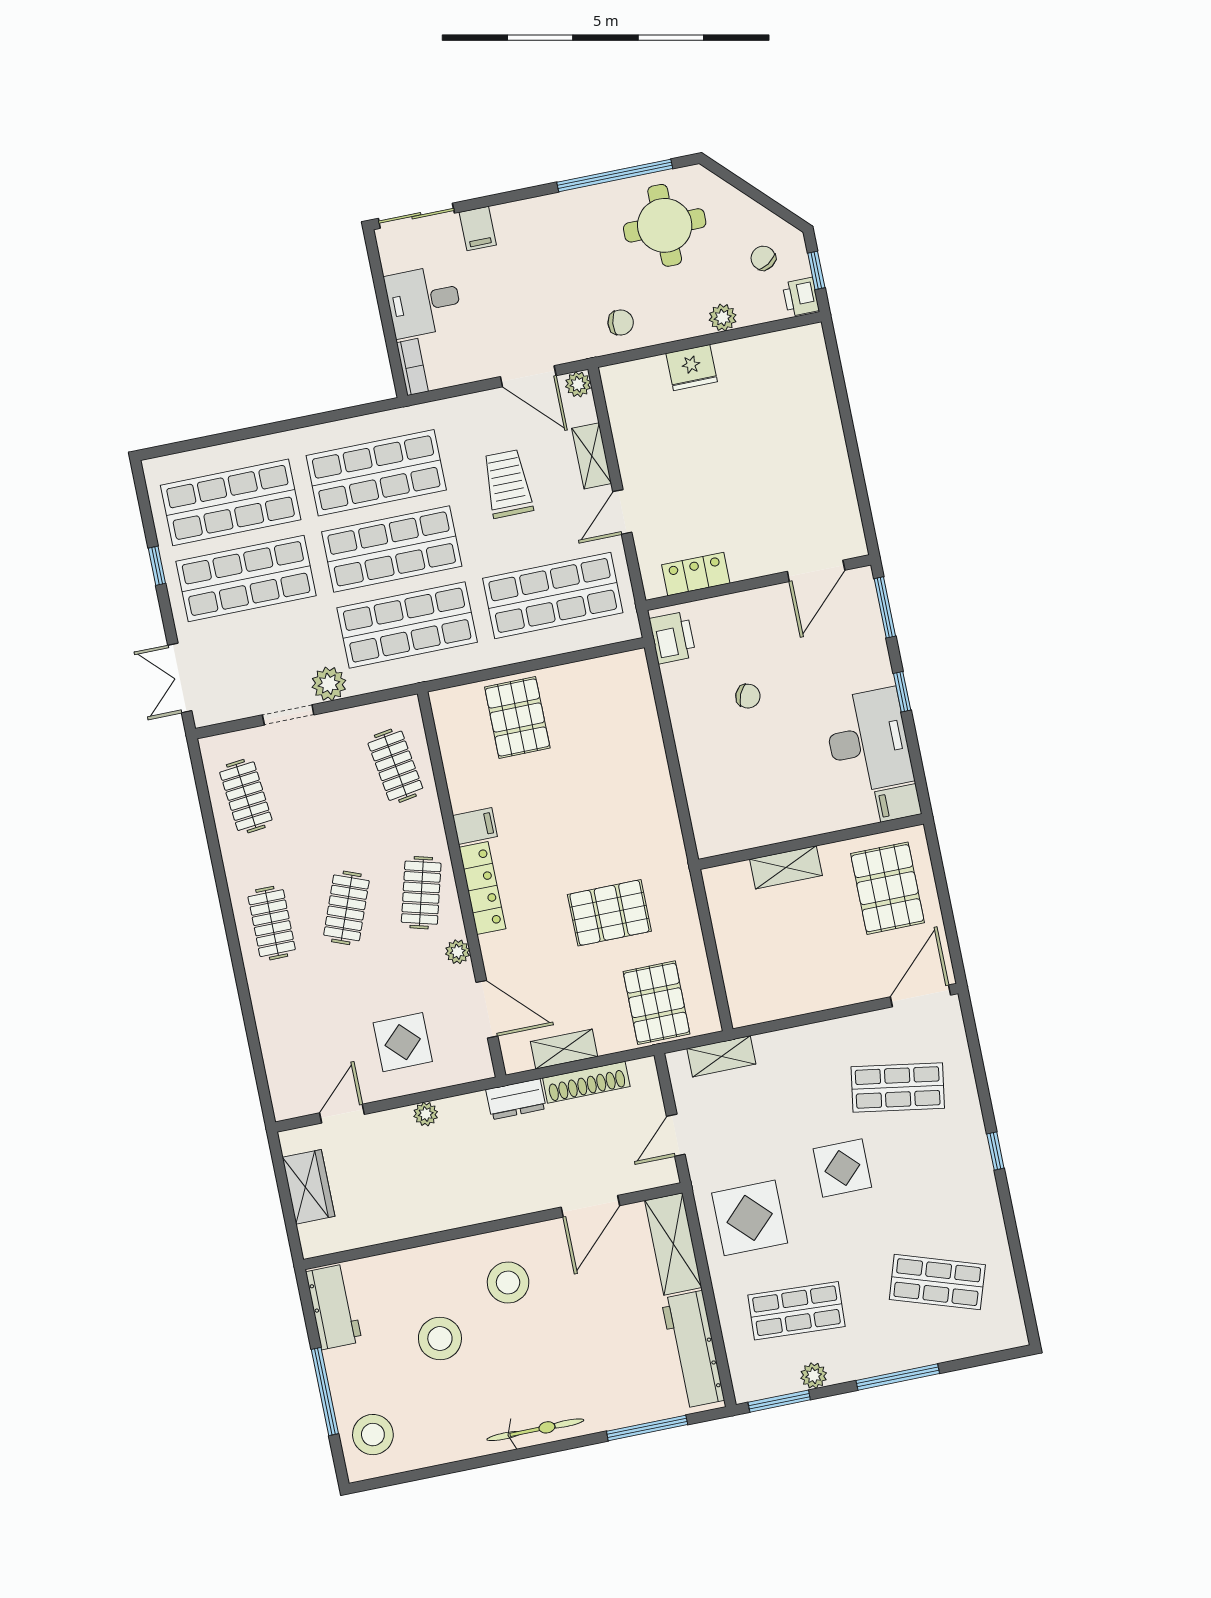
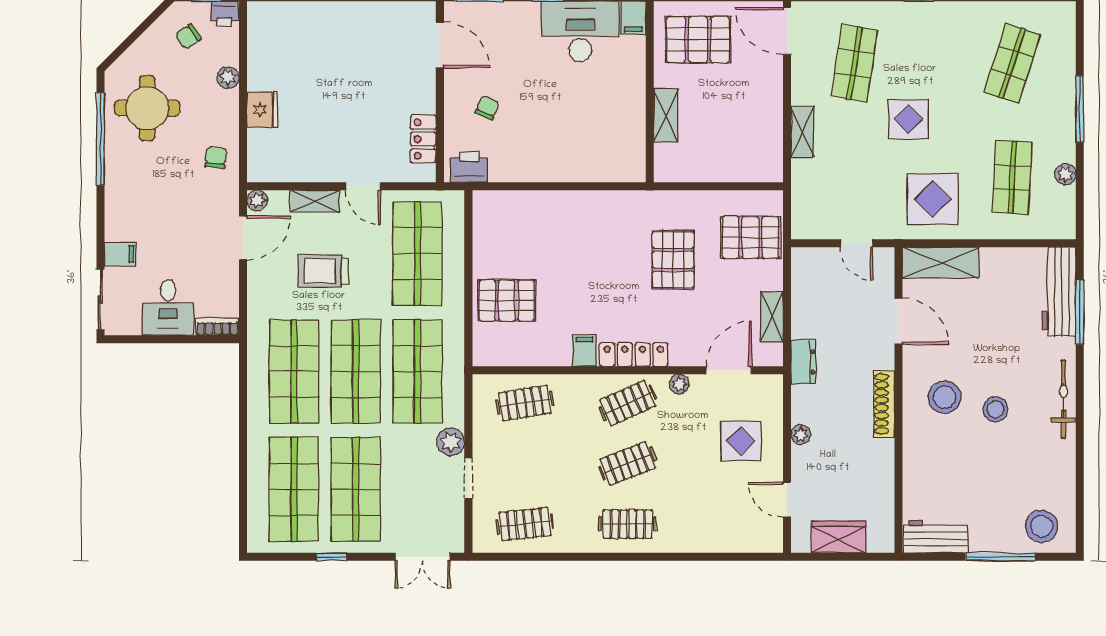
chair: (748, 696) -> (487, 108), moved
clothes rail: (421, 893) -> (628, 403), turned -39
clothes rail: (346, 908) -> (628, 464), turned -42
shelving: (721, 1056) -> (802, 132), moved
shoe rack: (586, 1082) -> (884, 404), moved, turned 180
stool: (440, 1339) -> (995, 409), moved, width x0.73, depth x0.73
workbench: (693, 1349) -> (1059, 292), moved, turned 90
window: (779, 1401) -> (1080, 205), removed

